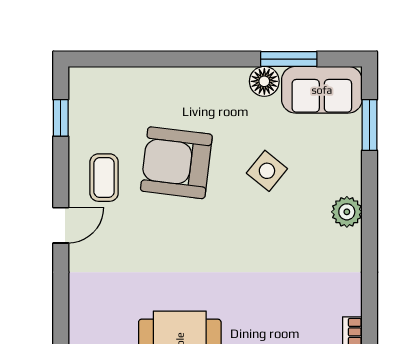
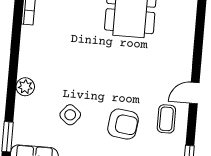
armchair: (176, 163) -> (123, 124), width x0.73, depth x0.73

